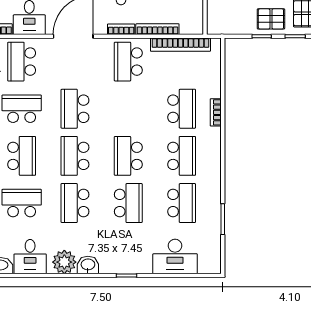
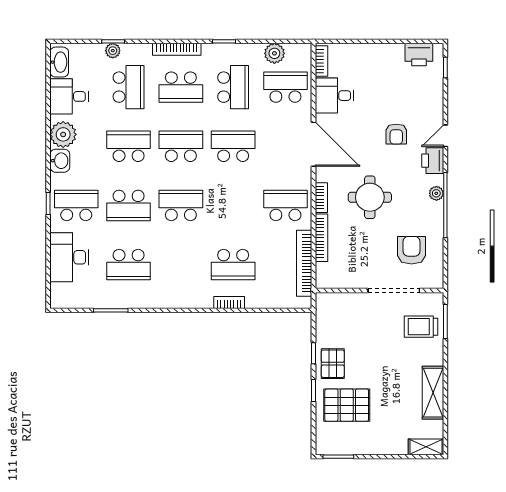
school desk: (182, 156) -> (76, 205), moved, turned 180

